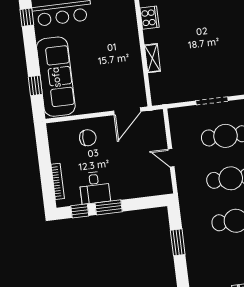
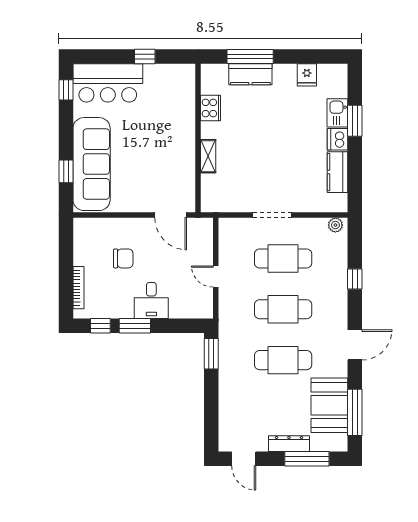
door: (127, 111) -> (171, 215), hinge flipped
chair: (88, 138) -> (123, 258), moved
desk: (95, 188) -> (151, 300), moved
window: (178, 242) -> (211, 354), moved

